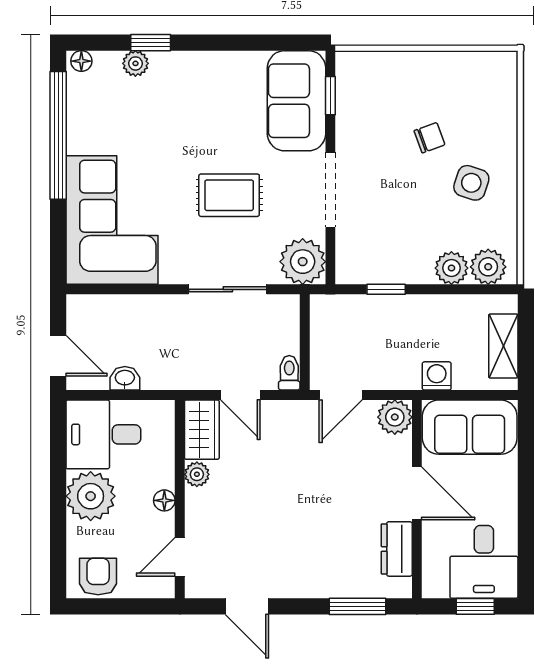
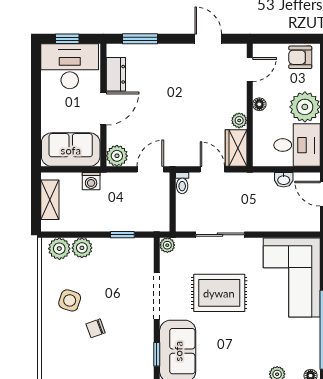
rug: (229, 195) -> (219, 293), width x1.36, depth x1.43
plant: (303, 262) -> (167, 245), width x0.53, depth x0.53
door: (417, 493) -> (103, 109), swing flipped
desk: (484, 562) -> (70, 66), width x1.37
armchair: (98, 577) -> (300, 57), turned 90

